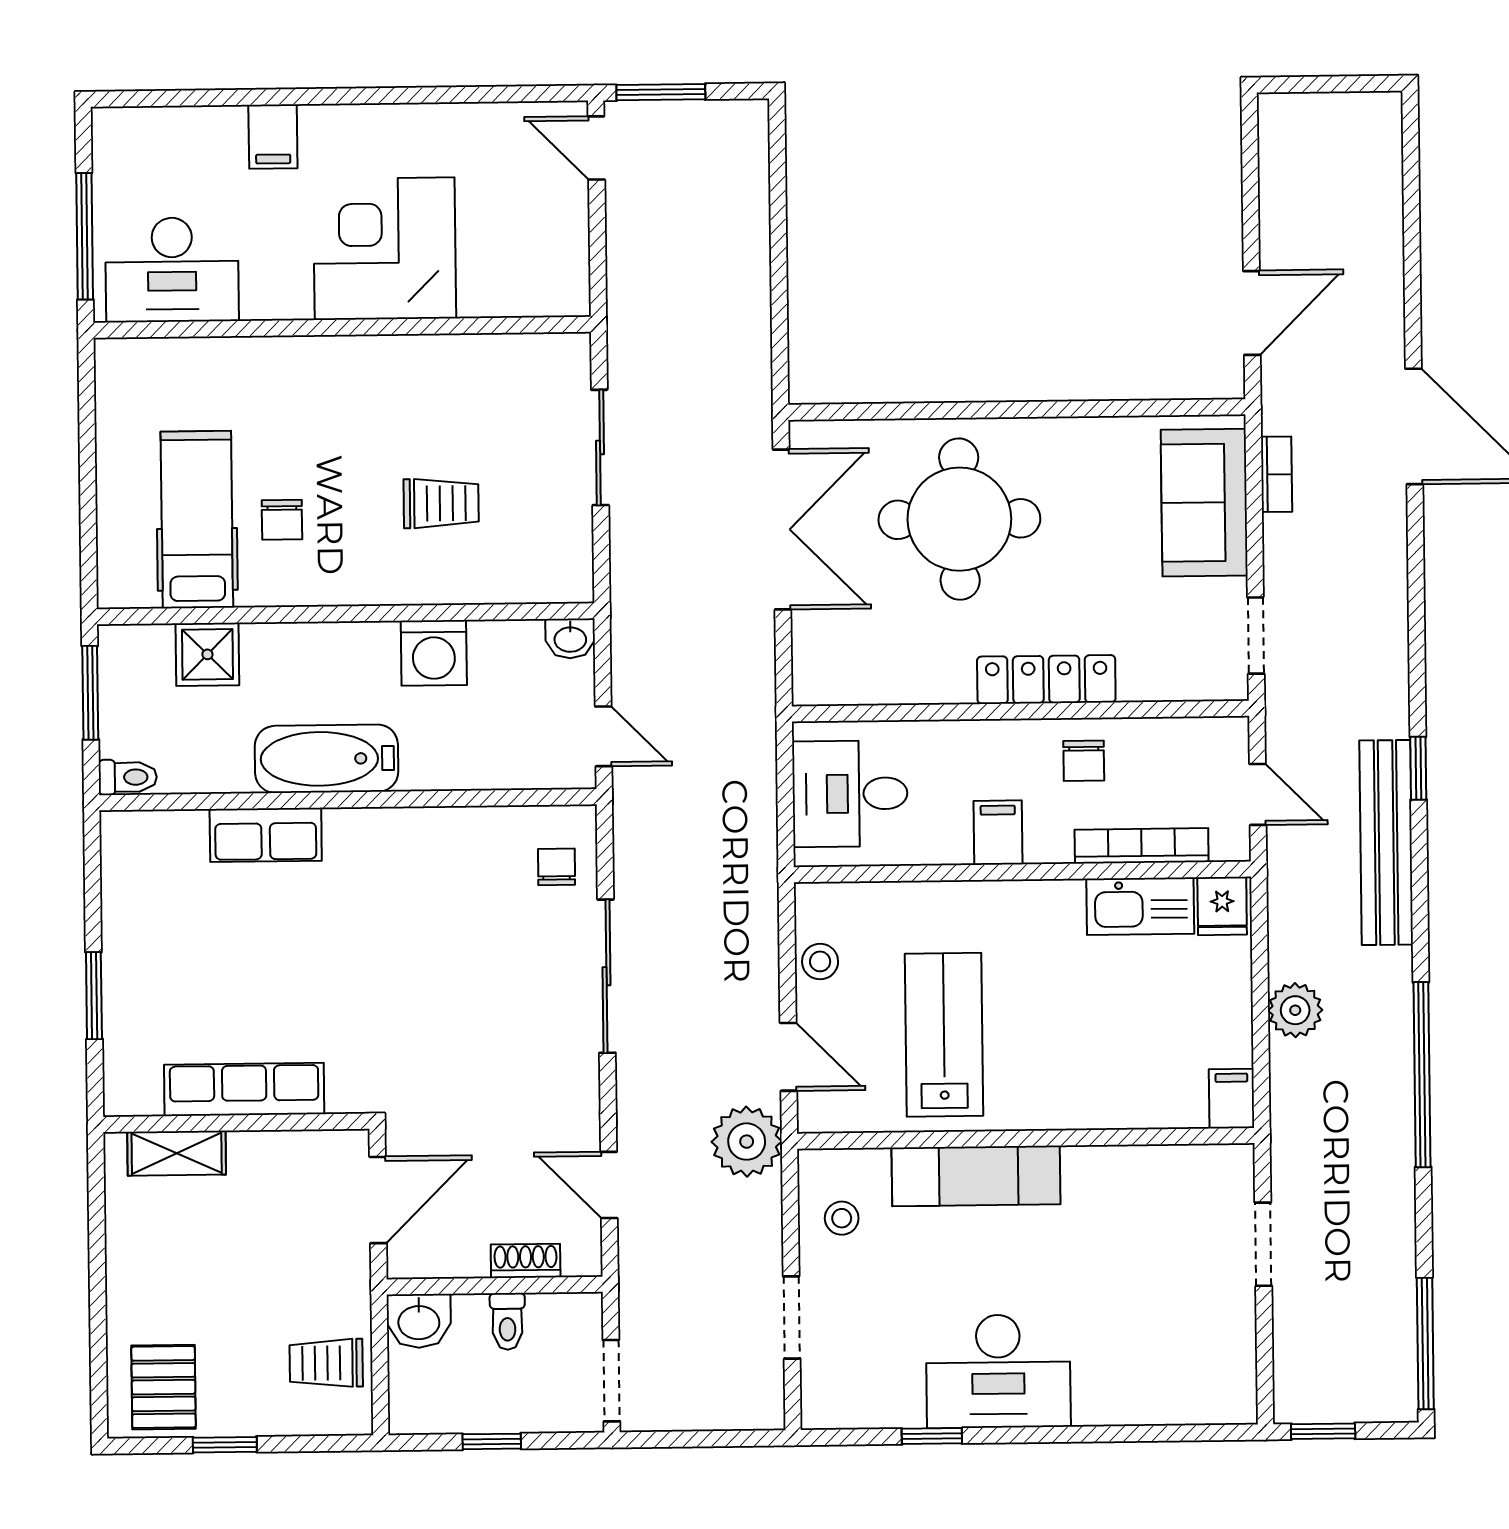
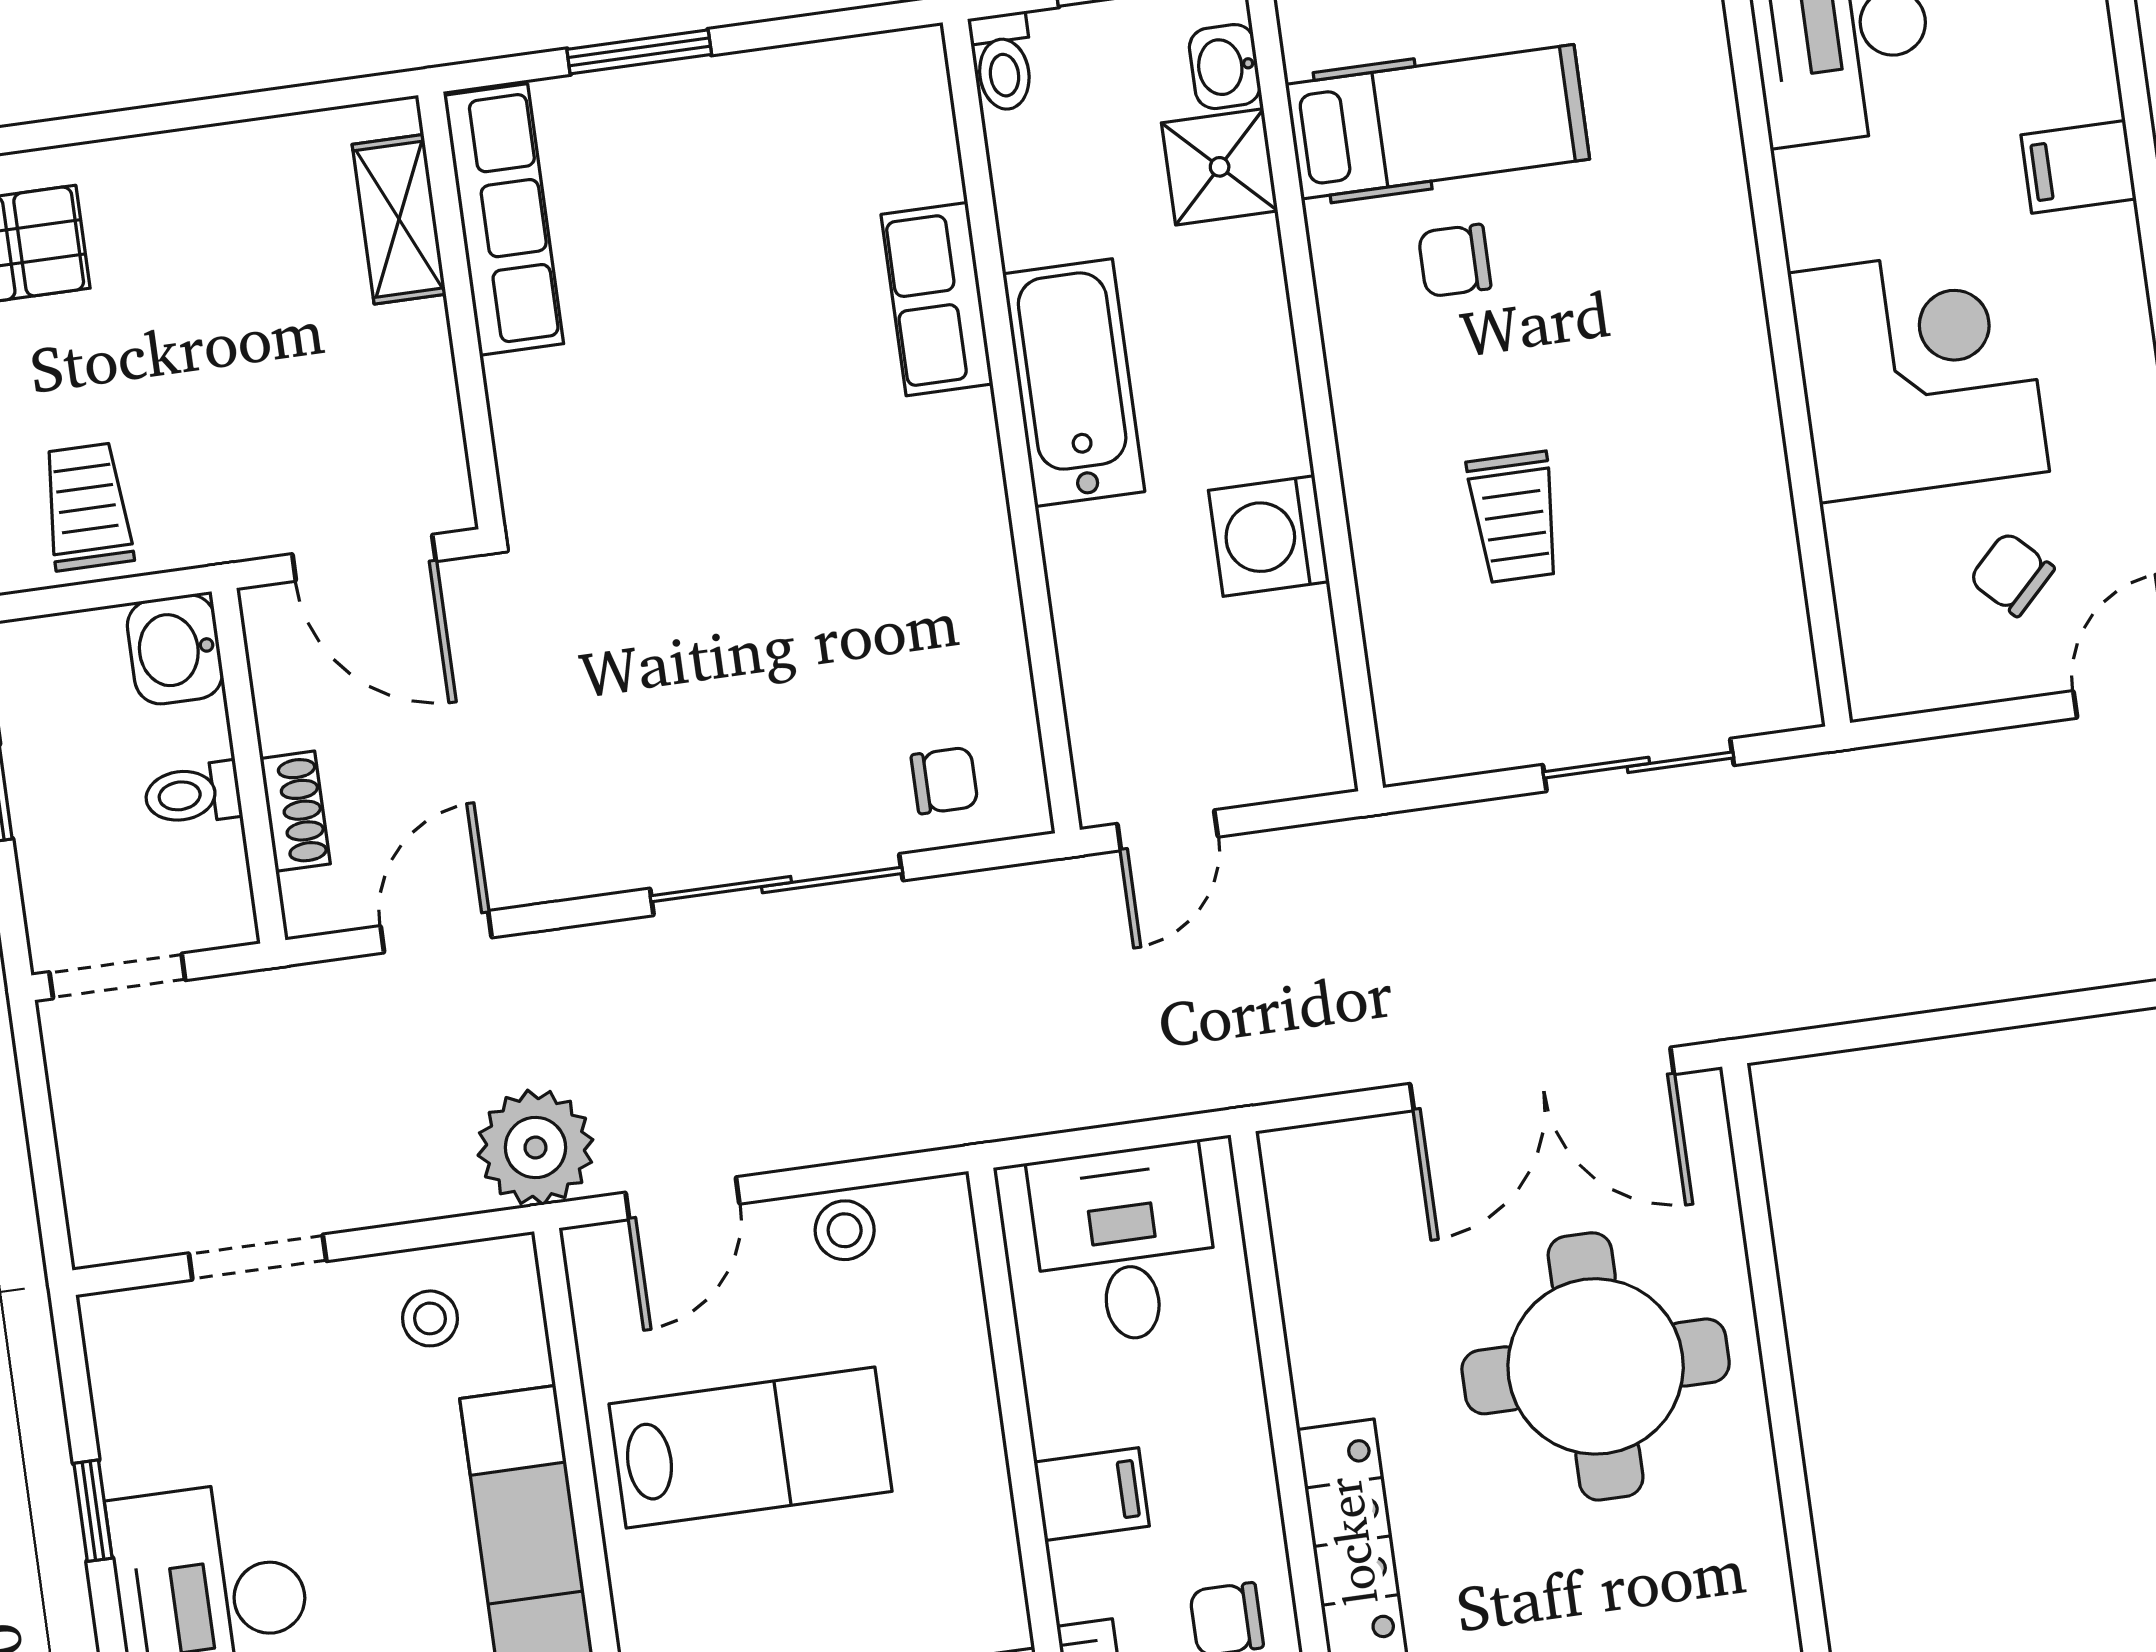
chair: (513, 208) -> (2012, 574), added
washbasin: (570, 638) -> (1225, 67), moved
row of seats: (244, 1089) -> (504, 220), moved

